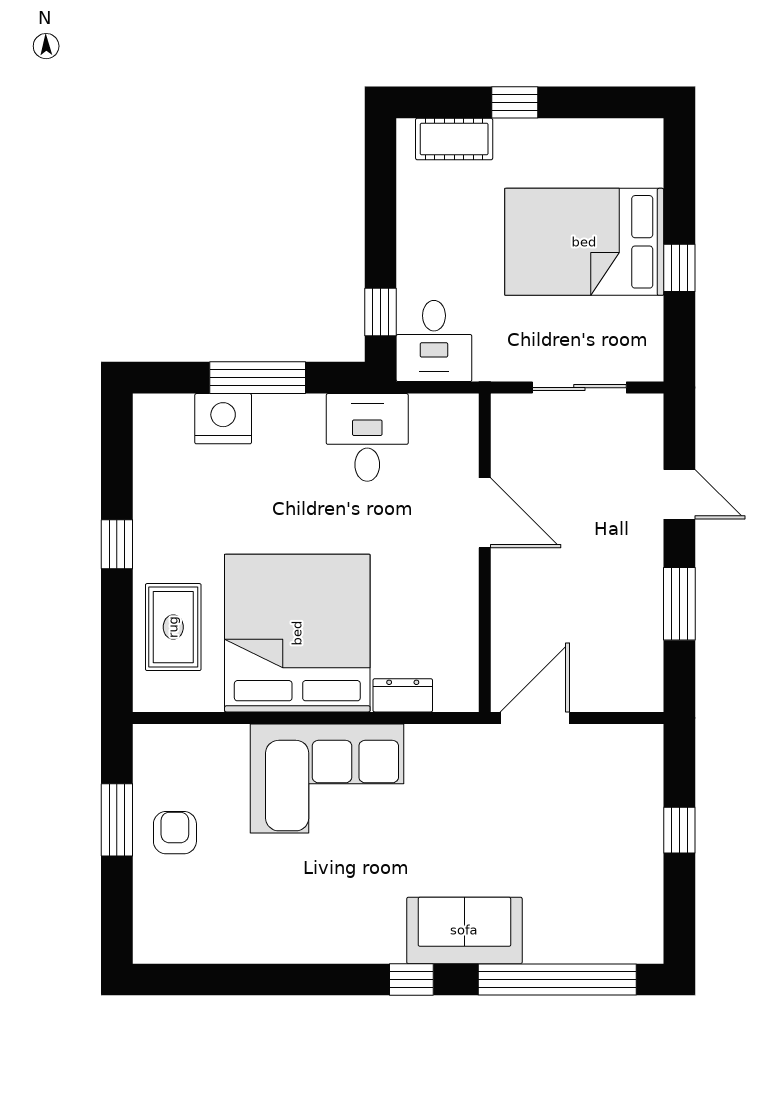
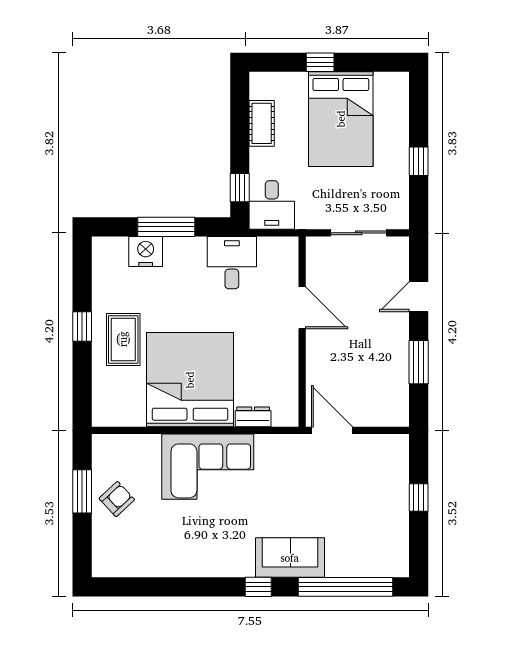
cot: (454, 139) -> (262, 123), moved, turned 90
bed: (584, 242) -> (341, 119), moved, turned -90
door: (679, 494) -> (419, 297), swing flipped
rug: (173, 627) -> (123, 339), moved
door: (535, 718) -> (332, 430), hinge flipped
armchair: (175, 833) -> (117, 499), turned 47

